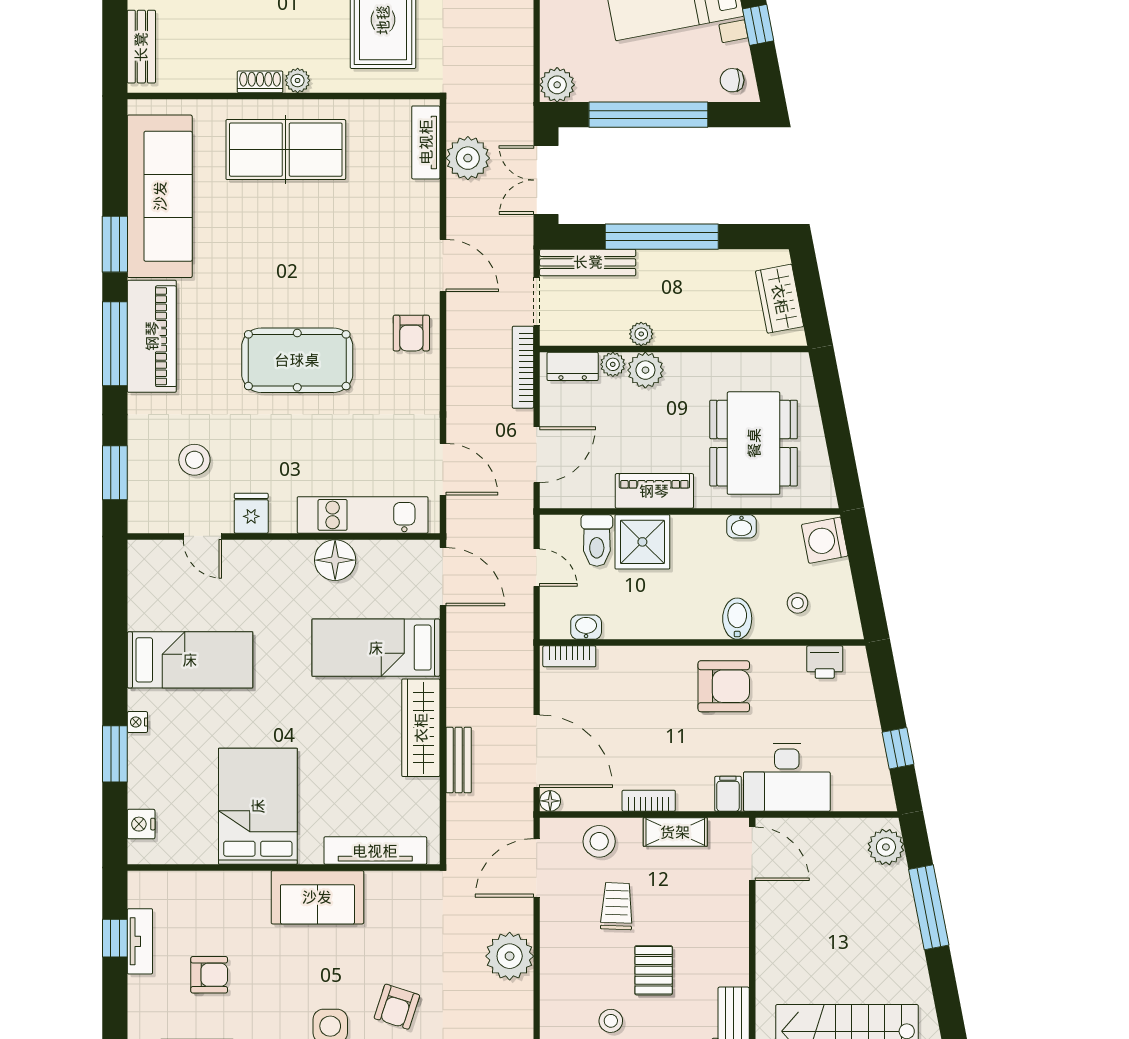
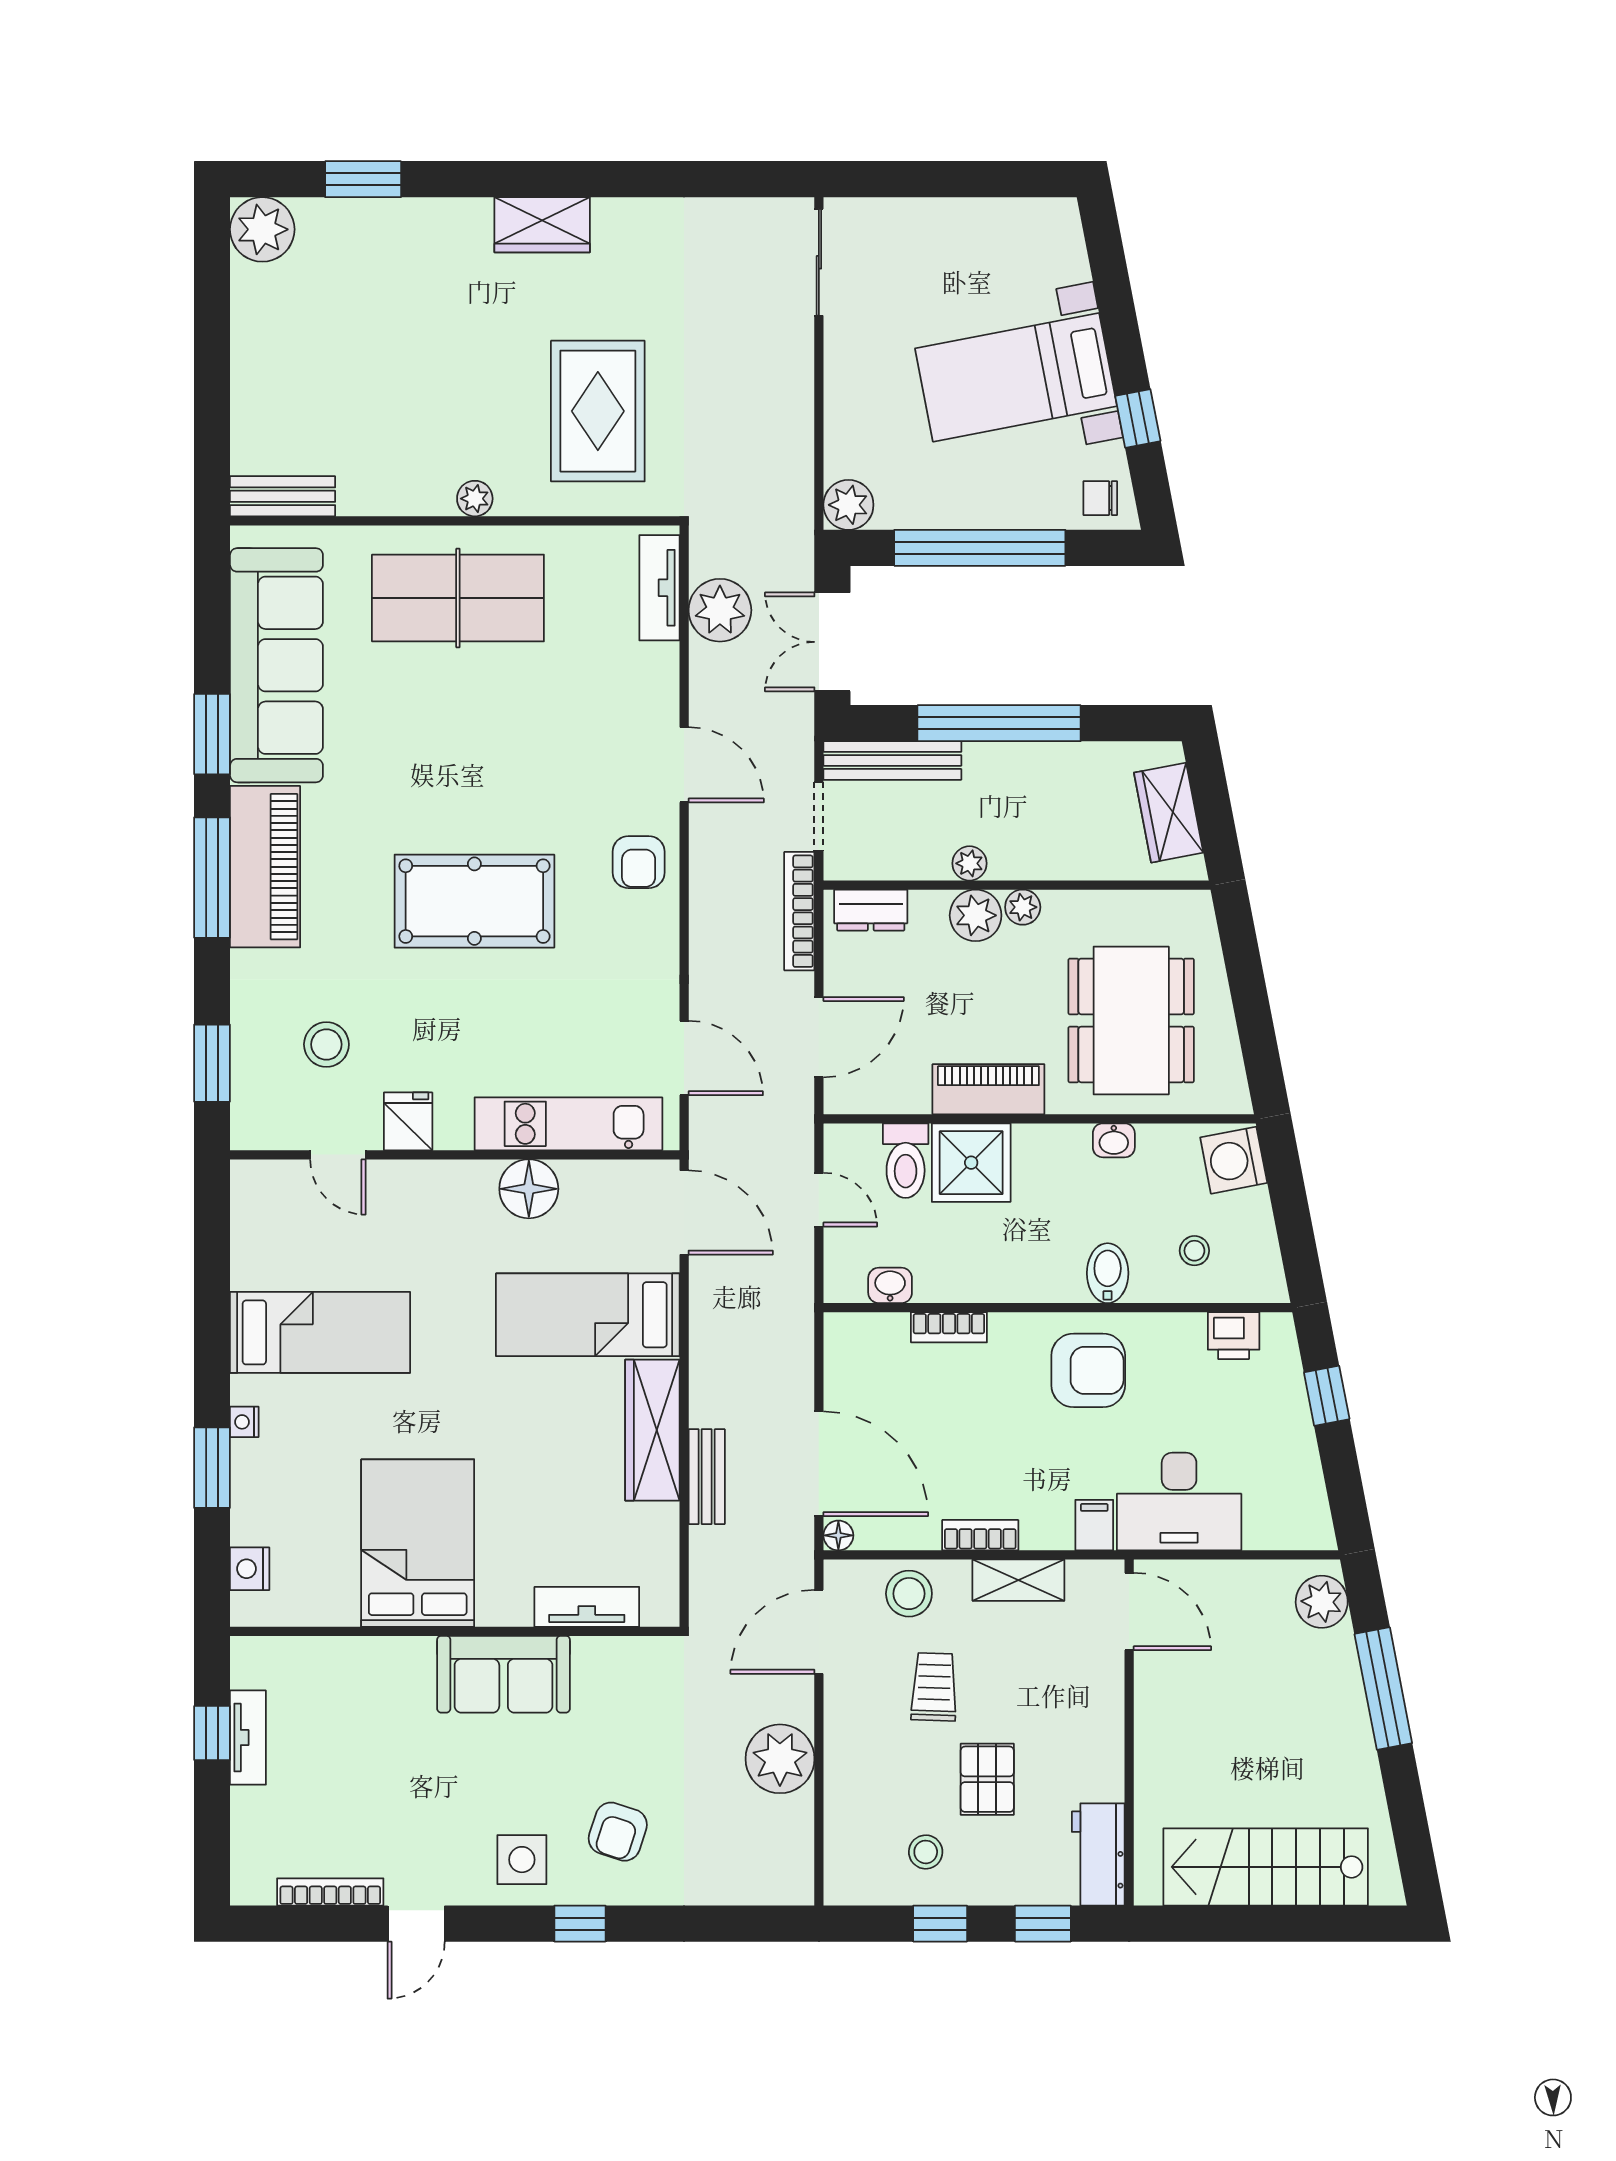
bench: (141, 47) -> (283, 496), moved, turned 90
shoe rack: (260, 82) -> (421, 501), removed
plant: (613, 364) -> (1023, 907), moved
bookcase: (569, 656) -> (949, 1327), moved
window: (898, 748) -> (1327, 1396), moved
tv unit: (375, 851) -> (587, 1607), width x0.71
armchair: (209, 975) -> (348, 1786), removed

